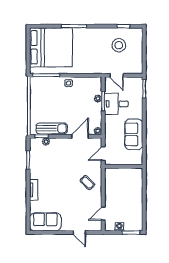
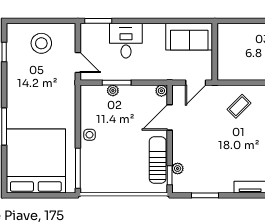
stool: (119, 45) -> (41, 43), moved
door: (117, 75) -> (78, 63), hinge flipped
desk: (116, 104) -> (126, 41), moved, turned 180
sofa: (134, 134) -> (189, 37), moved
door: (80, 136) -> (170, 117), hinge flipped
door: (103, 154) -> (196, 83), hinge flipped

